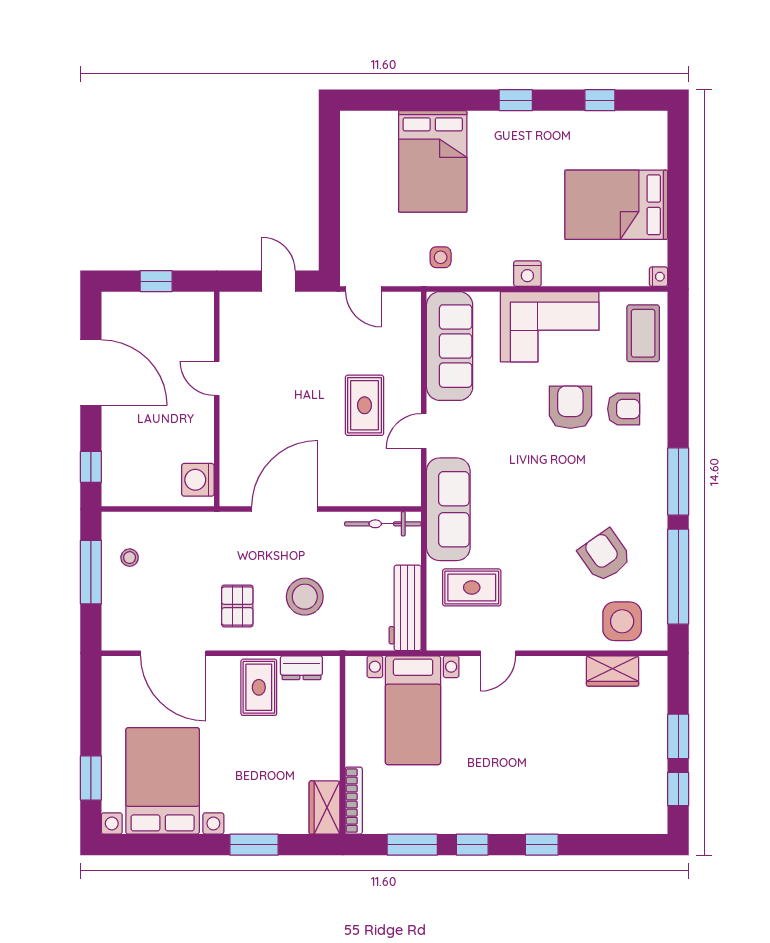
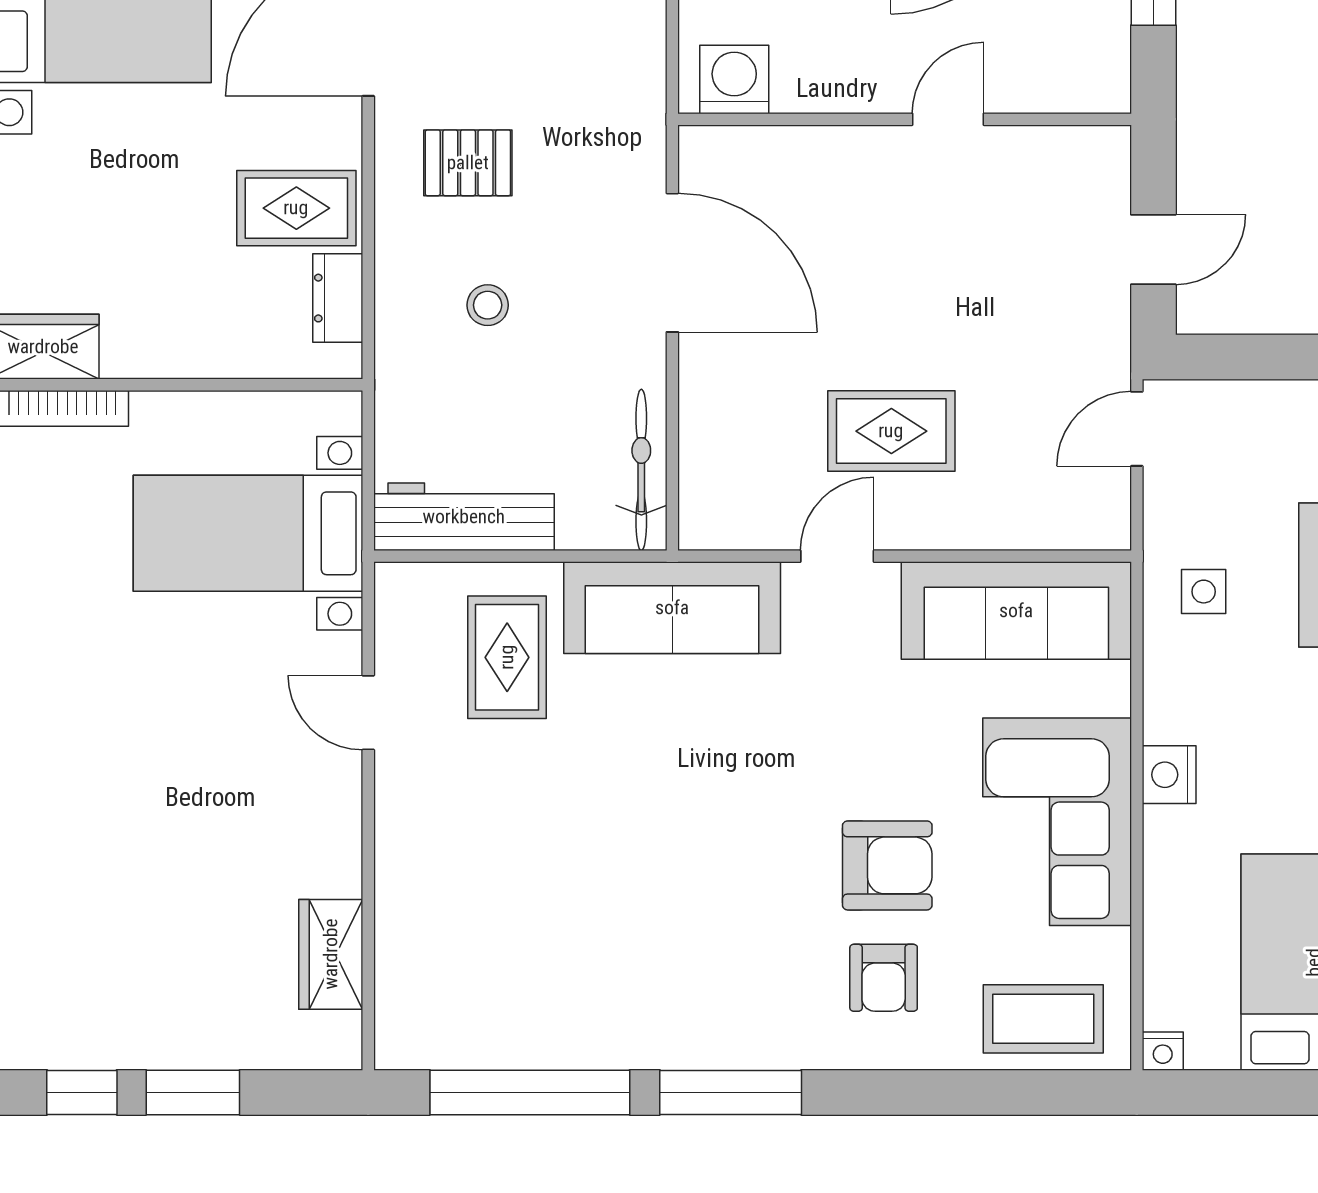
door: (424, 431) -> (837, 556), hinge flipped
armchair: (605, 556) -> (574, 938), removed
stool: (305, 597) -> (488, 305), width x0.53, depth x0.53
side table: (622, 621) -> (436, 974), removed

